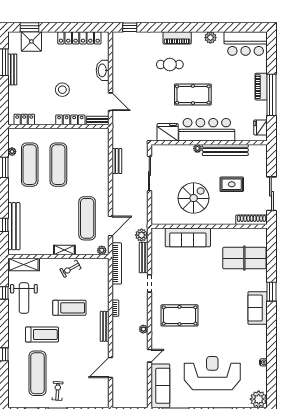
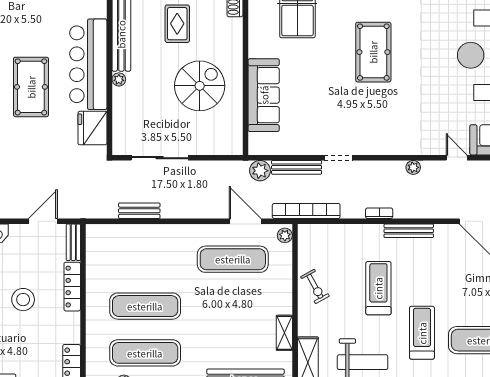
spiral stairs: (194, 198) -> (200, 86), turned 90
shelving: (64, 250) -> (284, 333), moved
pool table: (180, 315) -> (373, 52), moved

